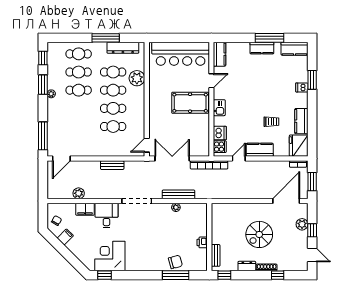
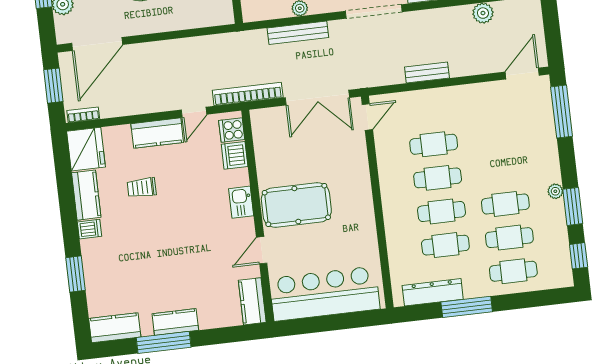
plant: (137, 78) -> (400, 239), removed
dishwasher: (302, 87) -> (89, 229), moved

